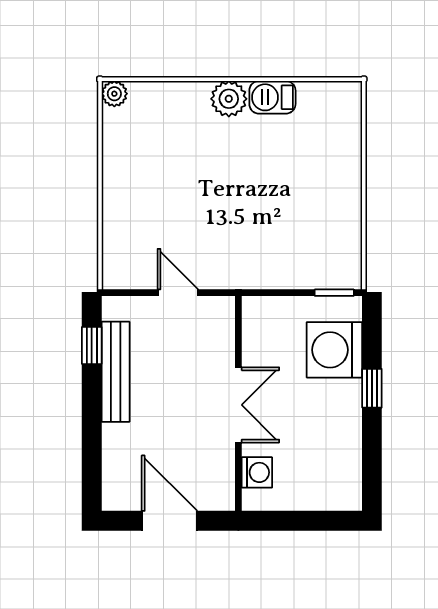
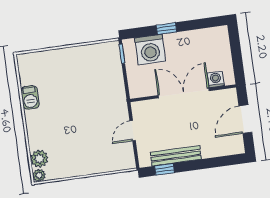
plant: (229, 99) -> (39, 159), moved
double door: (238, 405) -> (184, 93), width x1.37

